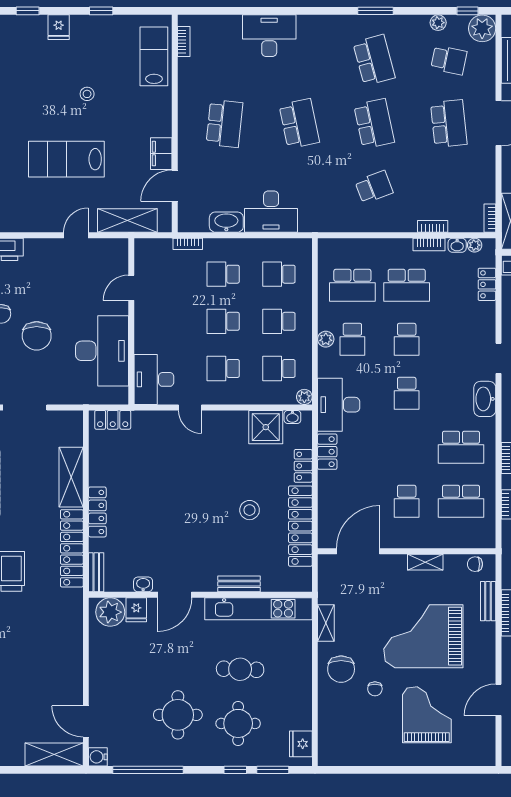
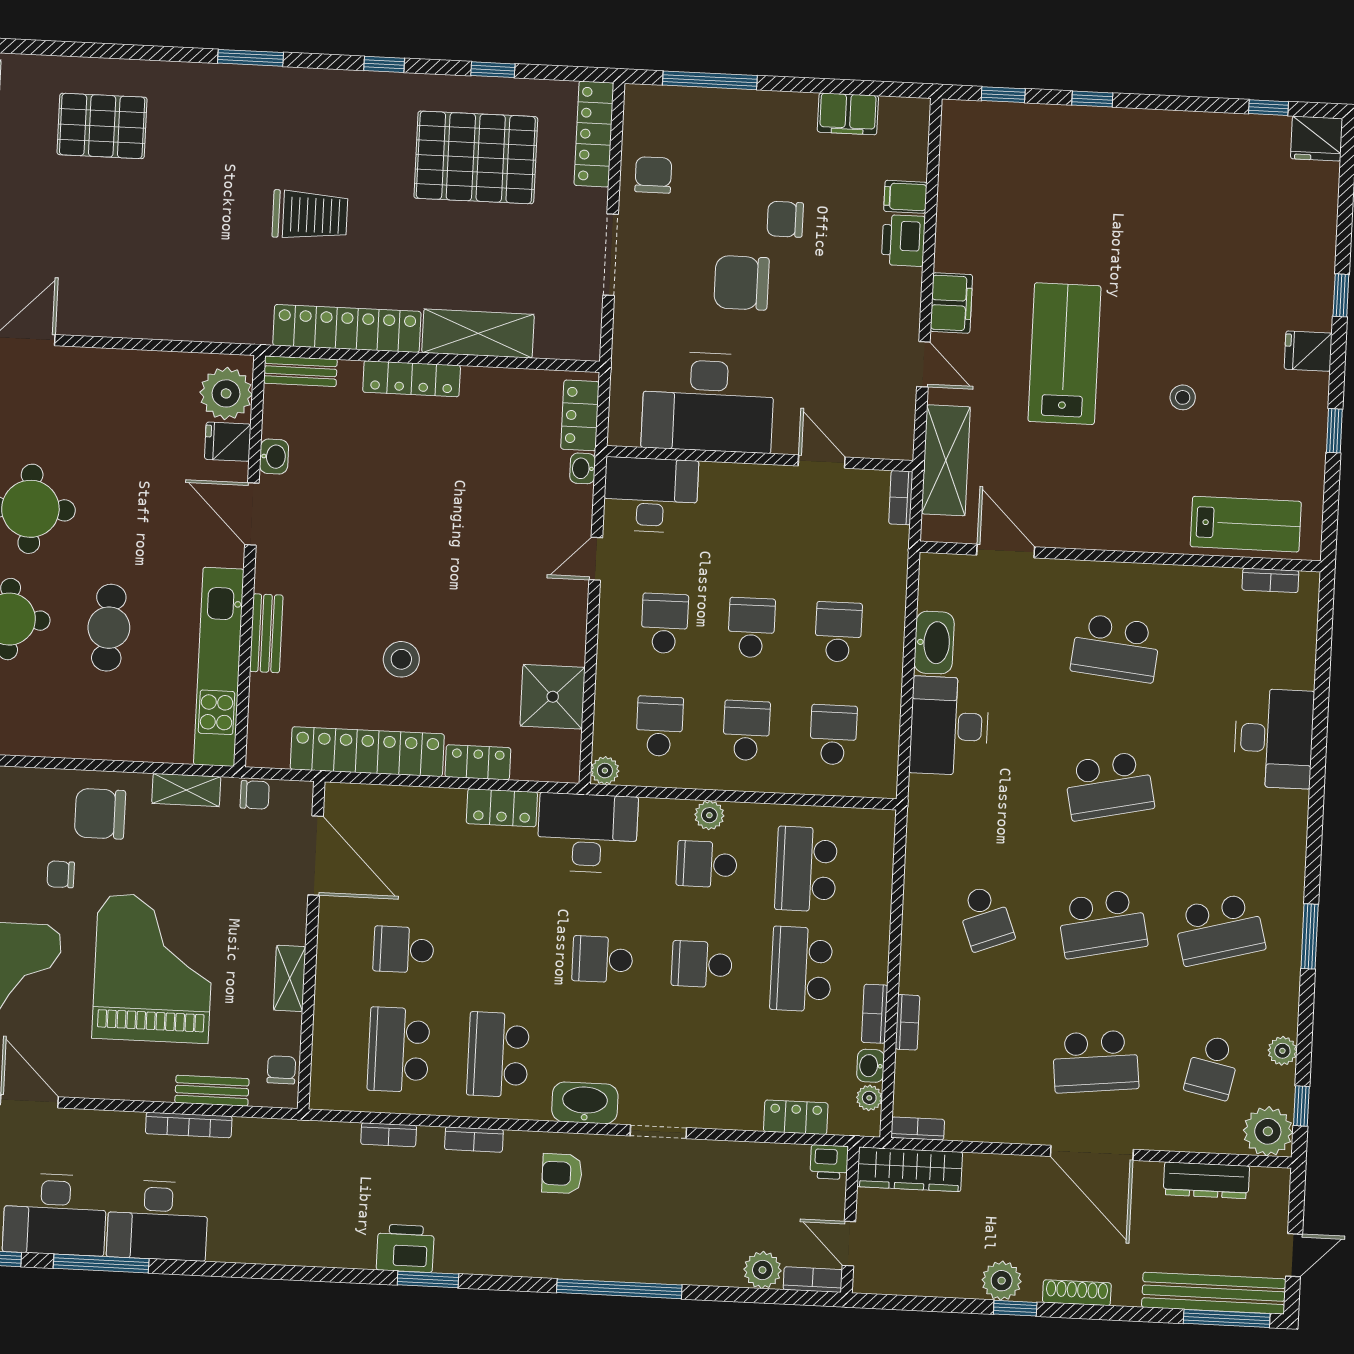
filing cabinet: (161, 154) -> (951, 303), moved, turned 90
bookcase: (188, 244) -> (901, 498), moved
washbasin: (292, 417) -> (583, 468), moved
chair: (327, 586) -> (255, 795), added

